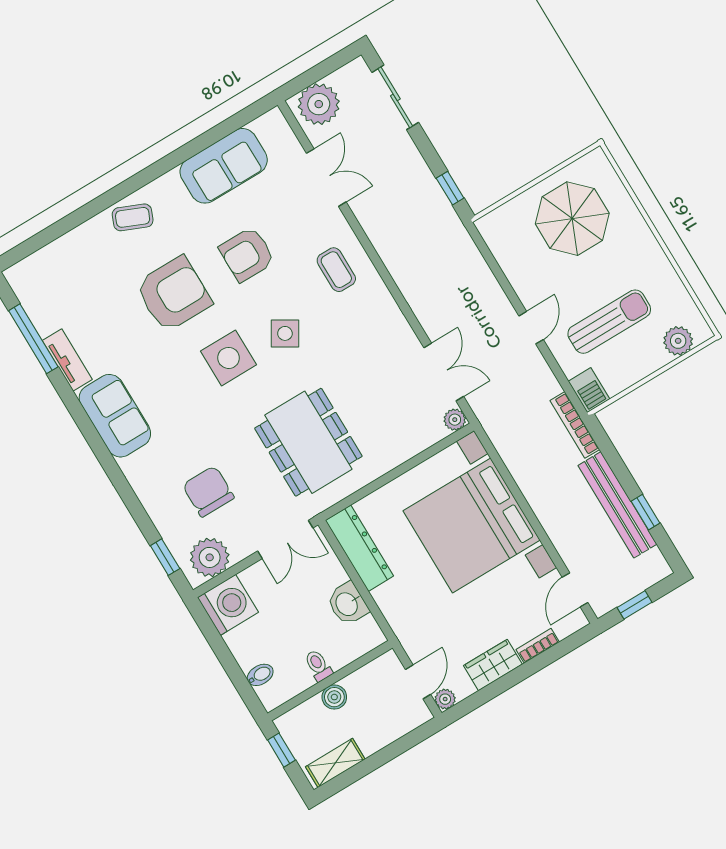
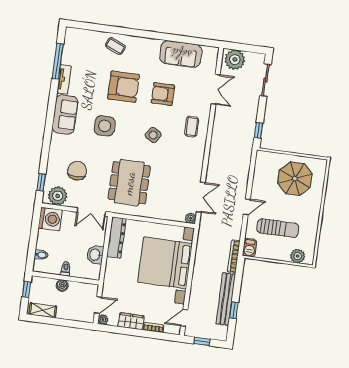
coffee table: (133, 217) -> (115, 46), moved
side table: (229, 358) -> (105, 126), moved

